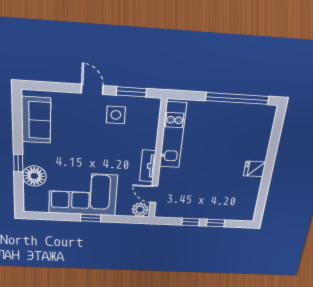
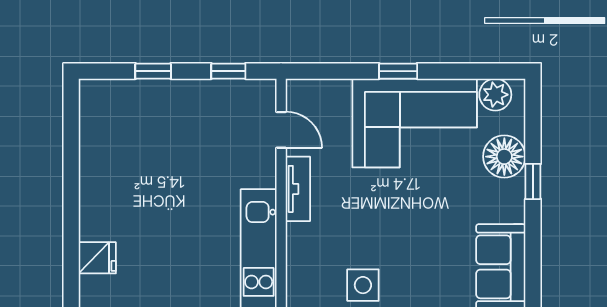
fridge: (255, 169) -> (97, 258), moved
plant: (140, 210) -> (495, 95), moved
window: (191, 222) -> (228, 71), moved

